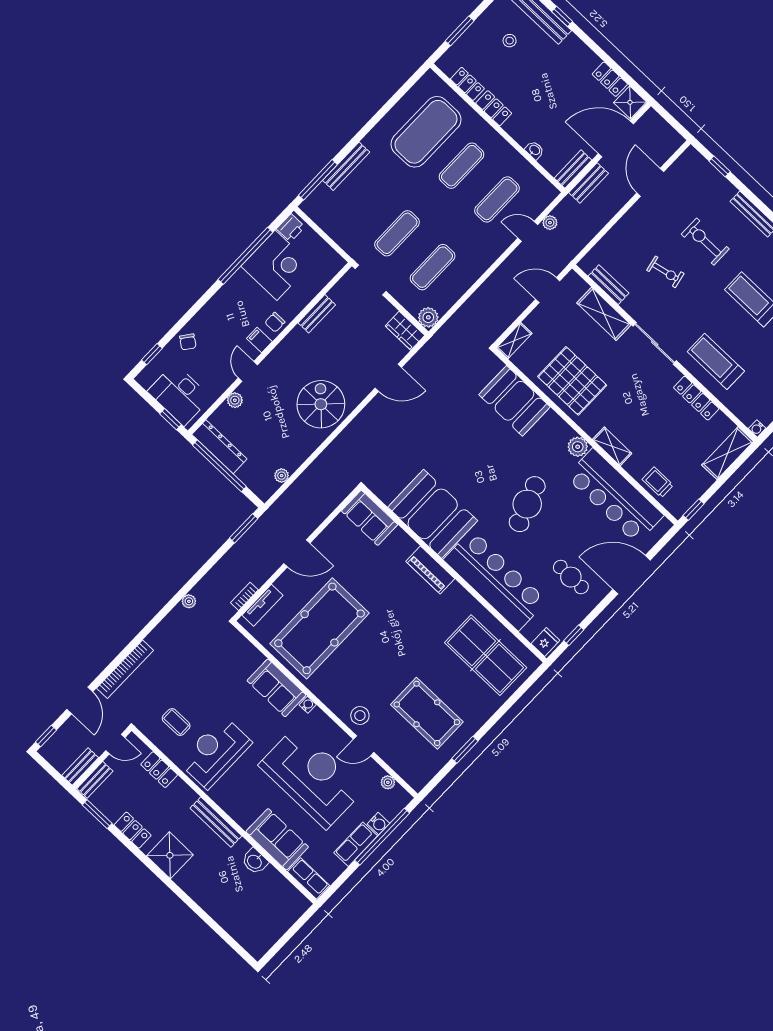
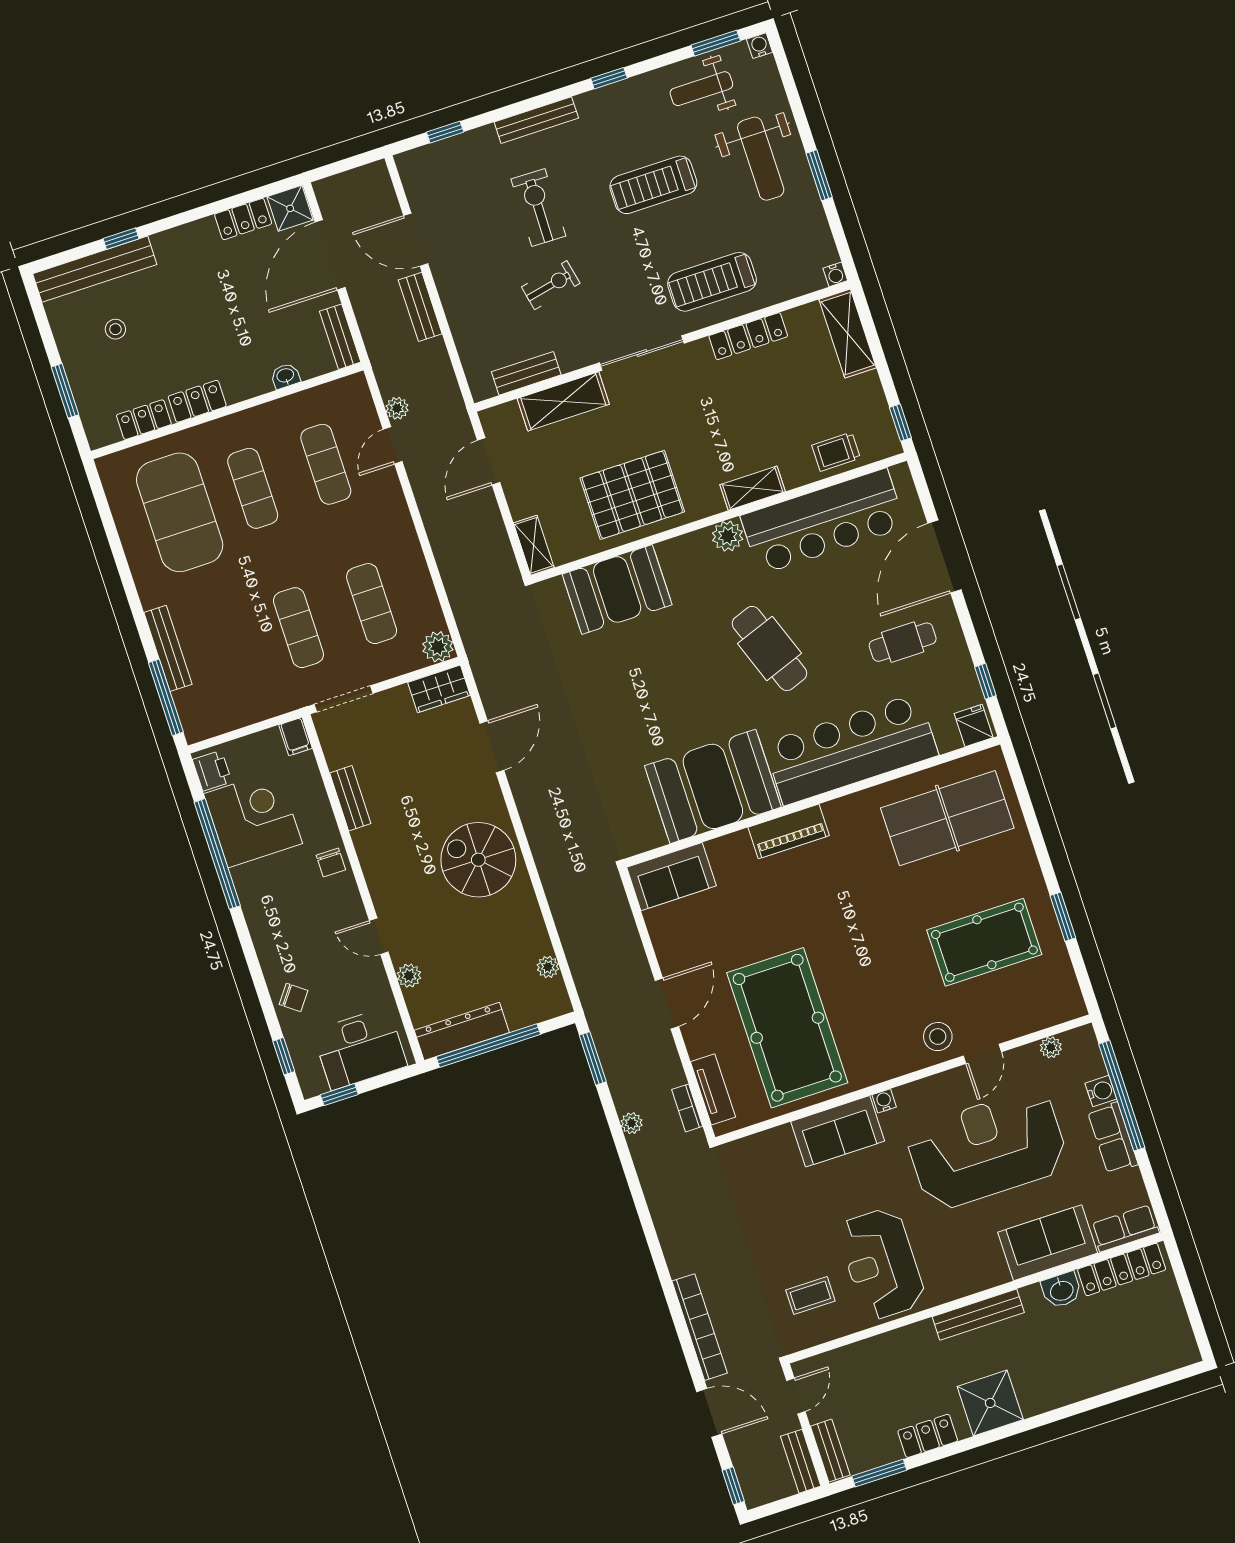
bench: (589, 183) -> (420, 307), moved
exercise bike: (705, 242) -> (538, 208), turned 91
filing cabinet: (259, 340) -> (296, 736), moved, turned -90
window: (170, 419) -> (339, 1095), moved
plant: (189, 601) -> (632, 1123), moved
locker: (159, 770) -> (1122, 1269), moved, width x1.53

